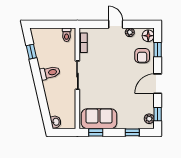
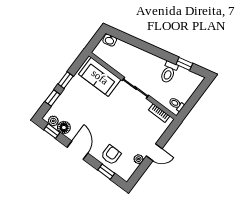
floor lamp: (148, 36) -> (64, 128), moved
armchair: (142, 56) -> (111, 155), turned 90
toilet: (50, 73) -> (169, 72), moved
sofa: (99, 119) -> (100, 77), moved, turned 90
window: (96, 132) -> (66, 80), moved

